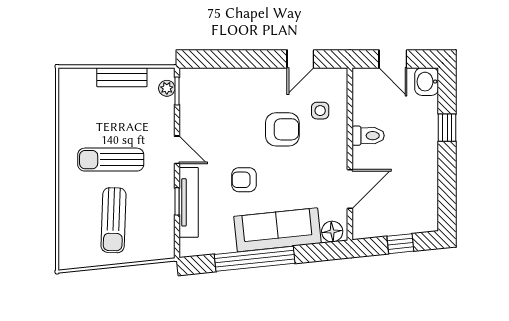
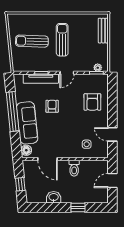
bench: (122, 77) -> (103, 31), moved
washbasin: (427, 82) -> (54, 197), moved
armchair: (282, 129) -> (92, 102), moved

